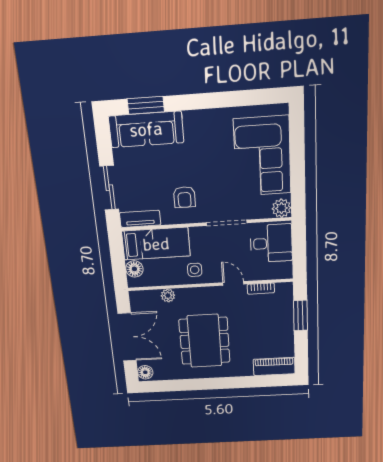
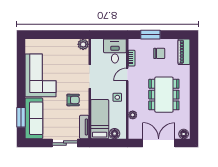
corner sofa: (262, 156) -> (41, 75), moved, turned -90
desk: (271, 243) -> (115, 51), moved
chair: (270, 330) -> (159, 53), added
dining table: (204, 341) -> (164, 95), turned 90

